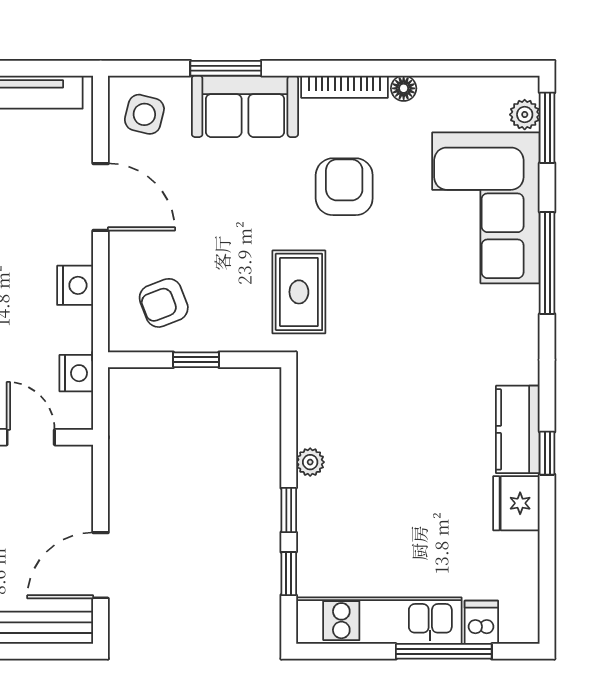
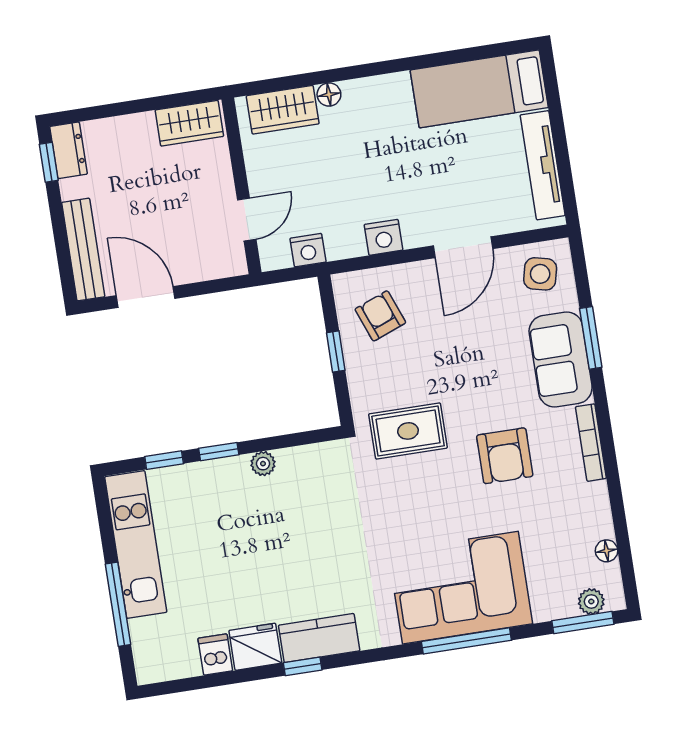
floor lamp: (404, 88) -> (606, 551), moved
armchair: (344, 187) -> (505, 456), turned 90
corner sofa: (486, 208) -> (460, 588), moved
dishwasher: (481, 622) -> (215, 655), moved, turned -90

